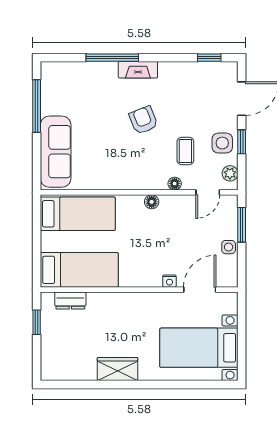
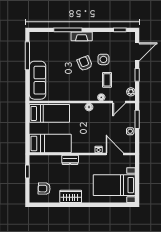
side table: (222, 143) -> (103, 59), moved
door: (200, 290) -> (115, 154), hinge flipped
dresser: (70, 301) -> (70, 160), moved
armchair: (68, 354) -> (44, 189), added

